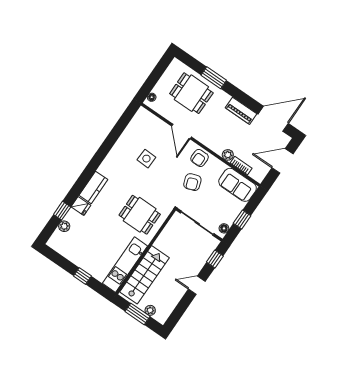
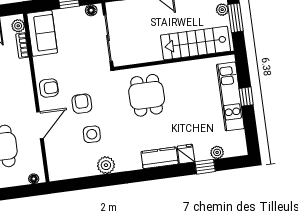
plant: (119, 150) -> (106, 165), added
plant: (228, 155) -> (18, 26), moved
armchair: (192, 182) -> (82, 104), moved, turned -71
kitchen unit: (125, 265) -> (230, 96), moved, turned 90

